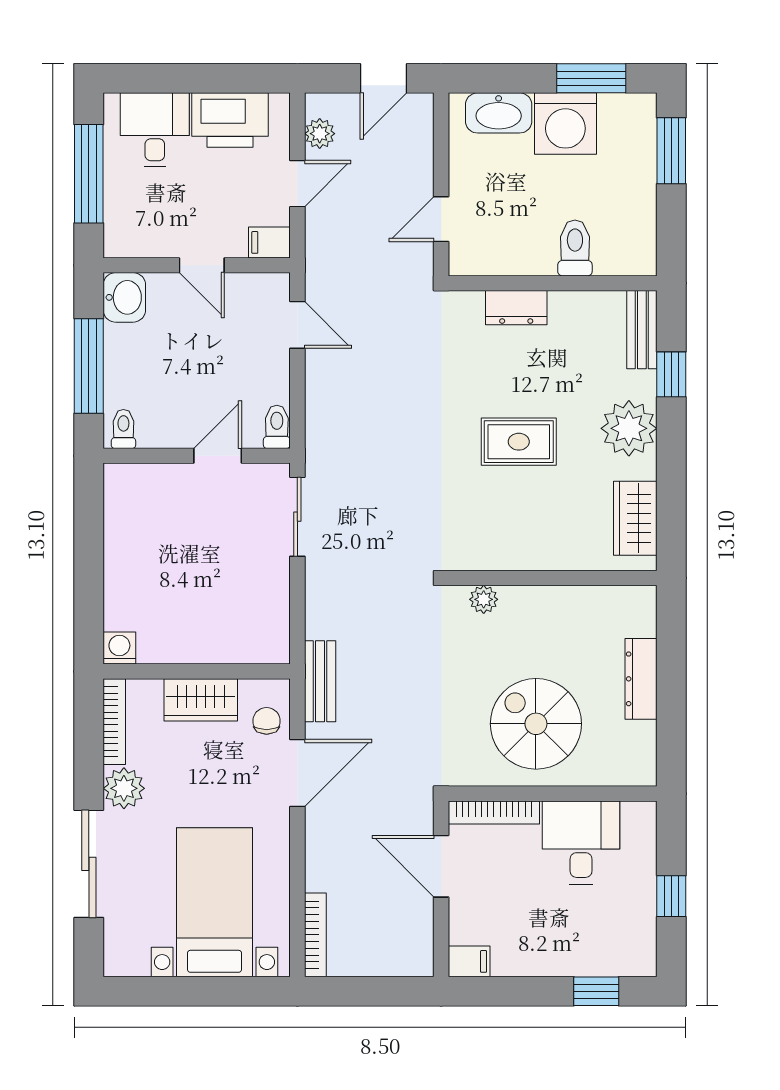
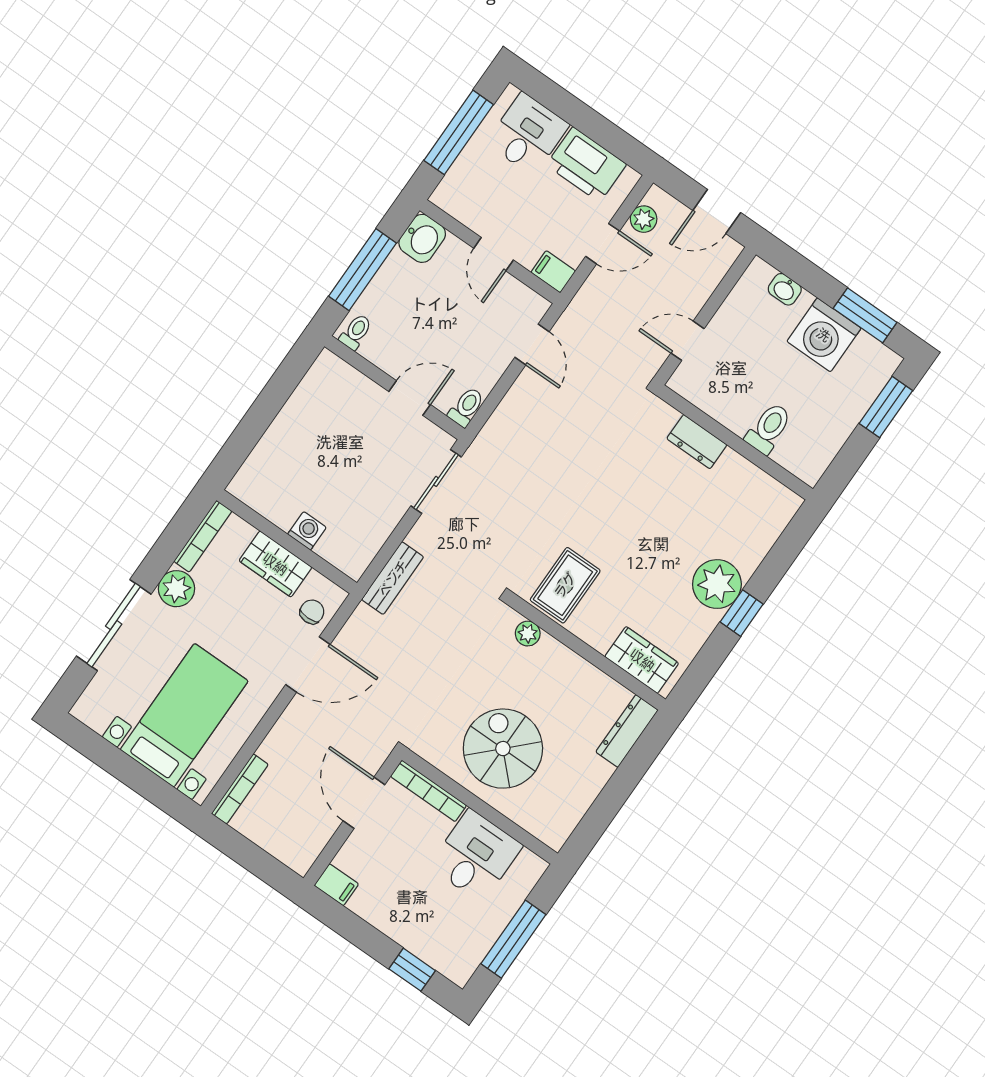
washbasin: (499, 113) -> (785, 289), width x0.52, depth x0.69
bench: (642, 330) -> (775, 520), removed
window: (671, 374) -> (742, 613), moved
rug: (519, 442) -> (565, 585), moved, turned 90
wardrobe: (635, 518) -> (642, 660), moved, turned 90
washing machine: (119, 648) -> (307, 531), moved
dresser: (641, 679) -> (627, 731), moved
bench: (320, 681) -> (393, 578), moved
window: (671, 896) -> (513, 939), width x2.17

